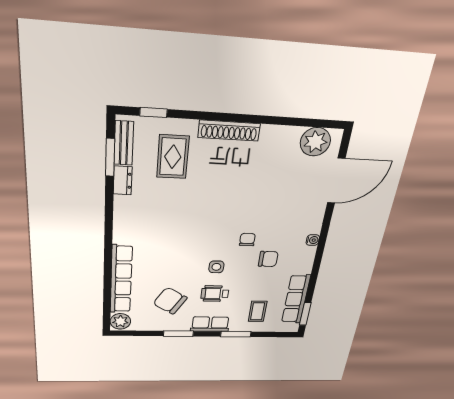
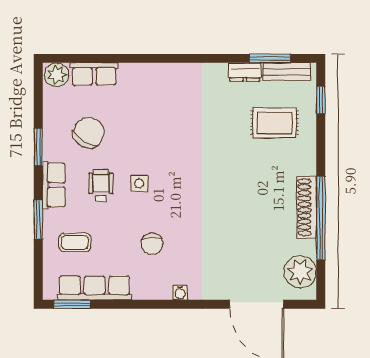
window: (269, 120) -> (321, 218), added
shoe rack: (229, 131) -> (307, 207), moved
chair: (247, 240) -> (178, 215), removed
row of seats: (121, 280) -> (94, 74), width x0.50

